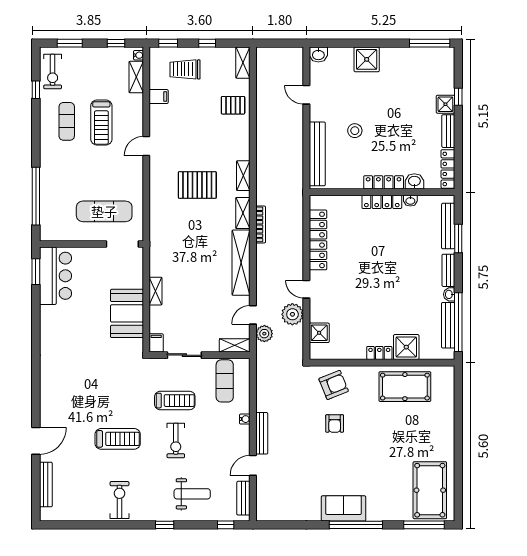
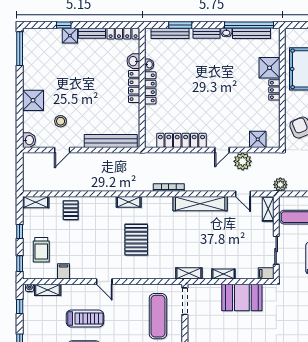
stool: (355, 131) -> (61, 121), moved
shelving: (243, 213) -> (189, 273), moved
plant: (264, 334) -> (280, 185), moved

